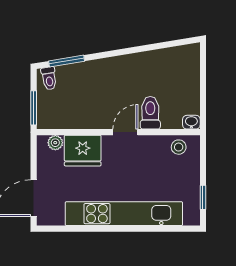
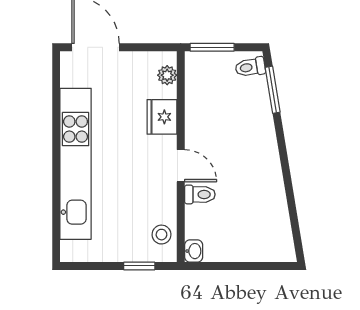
toilet: (150, 113) -> (200, 194), width x0.73, depth x0.72
fridge: (83, 151) -> (162, 117), width x0.73, depth x0.75
window: (203, 197) -> (139, 266), moved

